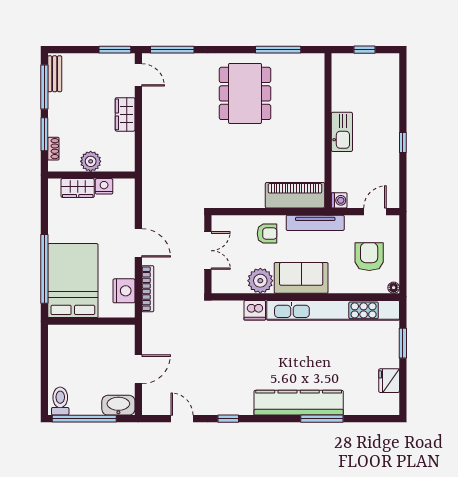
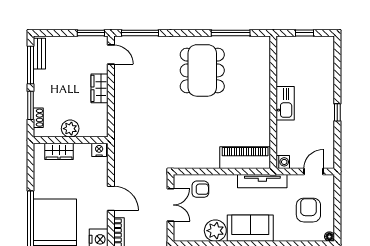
nightstand: (104, 186) -> (99, 150), moved
armchair: (267, 234) -> (200, 189), moved

